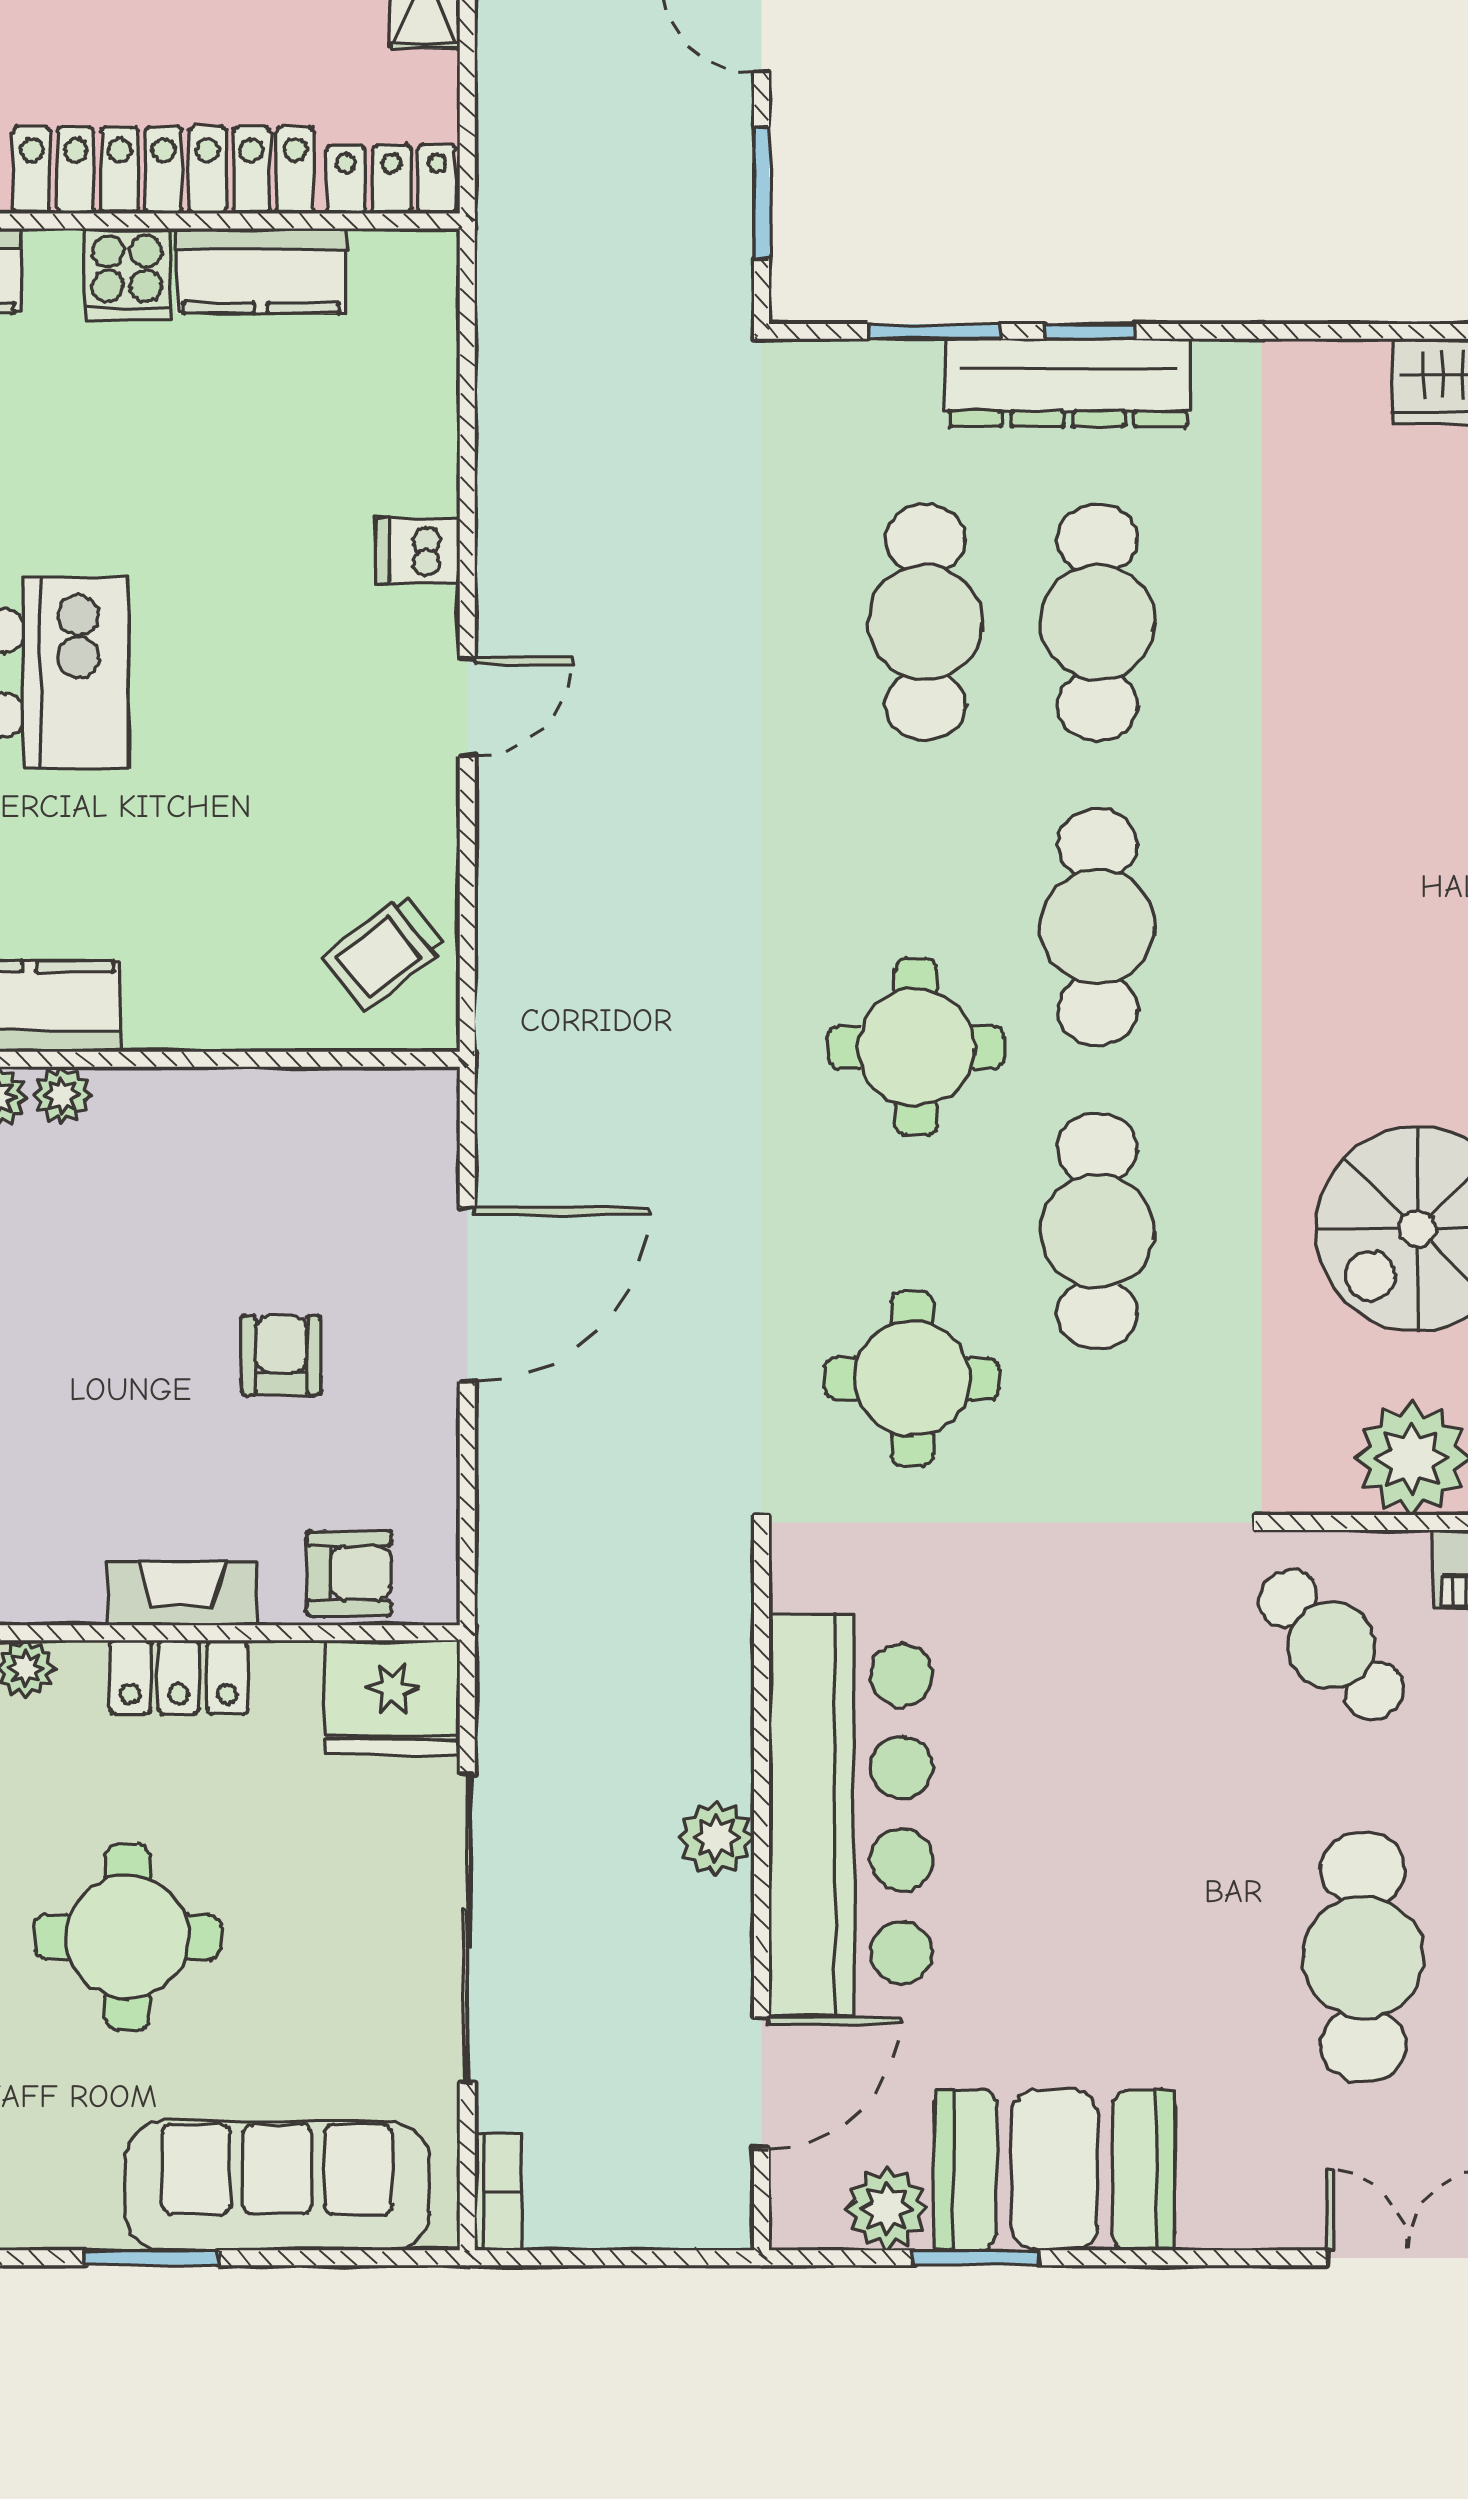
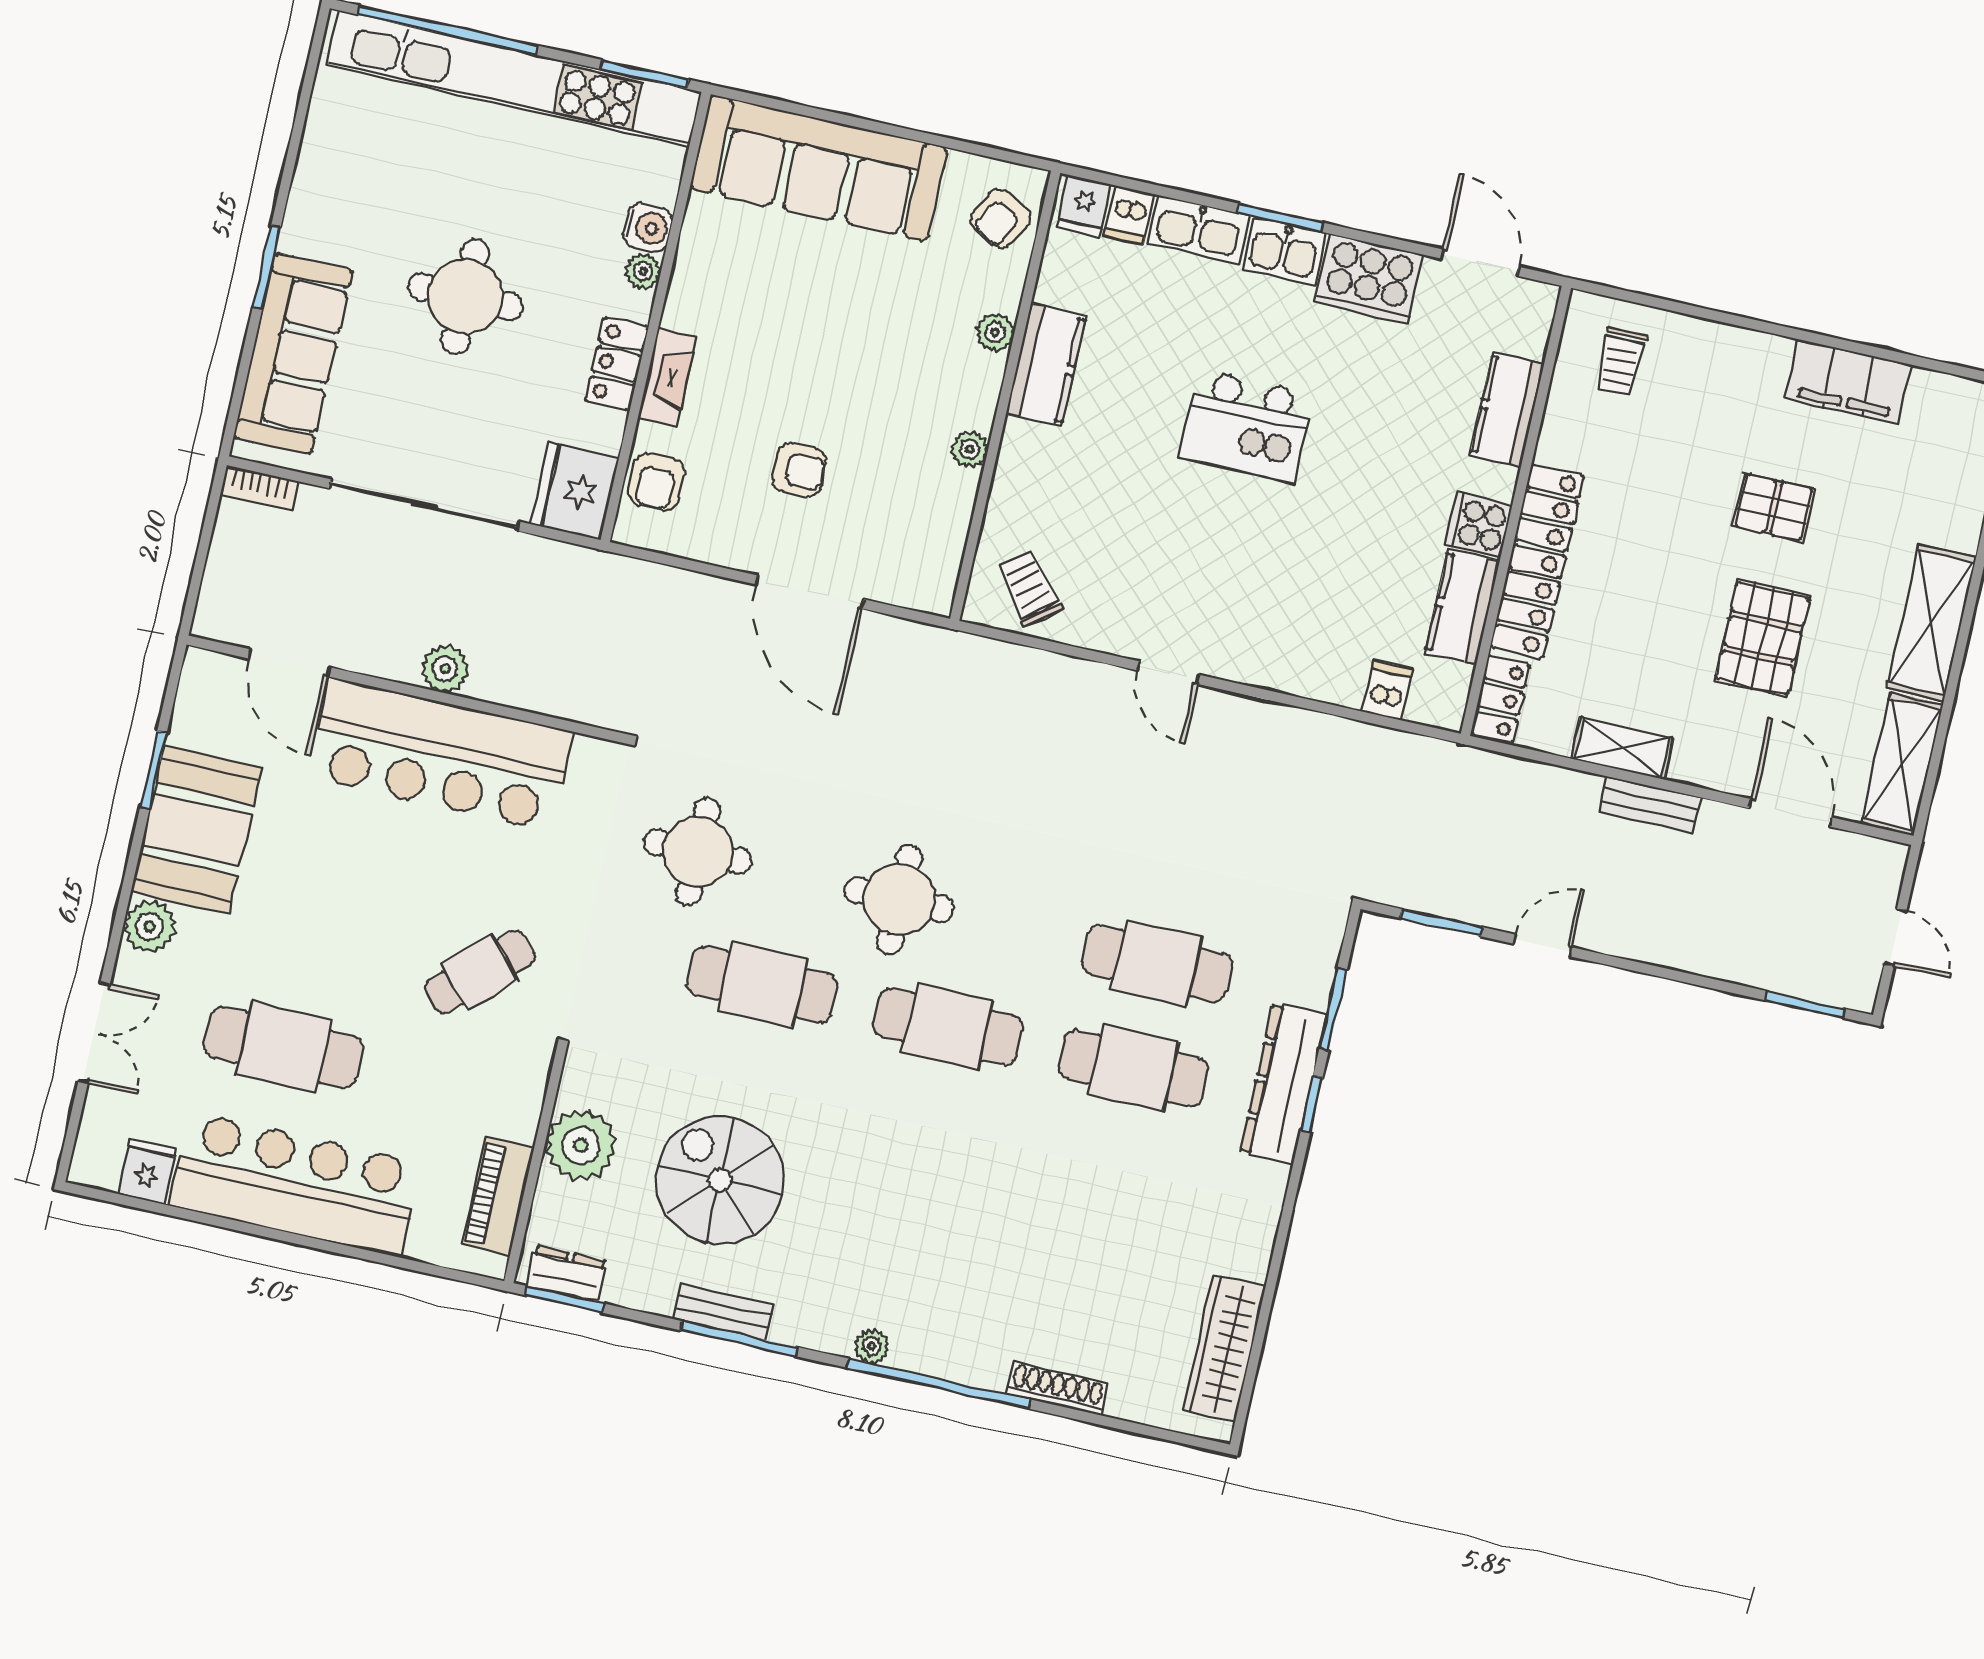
dishwasher: (418, 551) -> (1388, 691), moved
plant: (62, 1095) -> (970, 449), moved
cafe table: (1331, 1645) -> (480, 972), moved
plant: (887, 2209) -> (150, 927), moved

